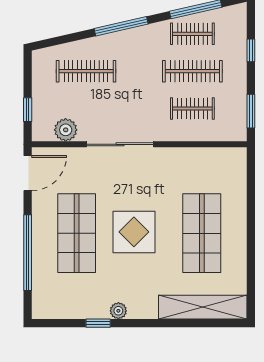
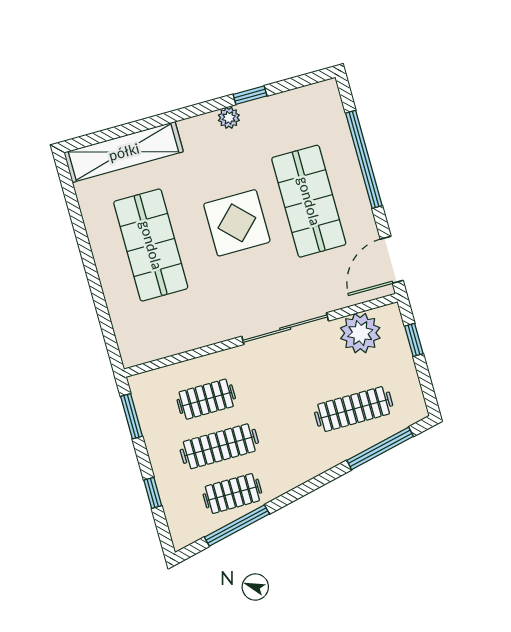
window: (121, 26) -> (380, 448), moved
plant: (66, 130) -> (360, 333), width x1.36, depth x1.36

